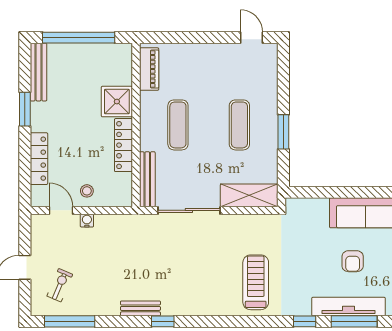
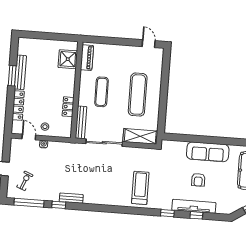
window: (79, 38) -> (47, 36), removed
bench: (38, 72) -> (20, 72), moved
shower: (117, 102) -> (68, 59), moved
exercise mat: (239, 125) -> (138, 95), width x1.36, depth x1.45
window: (283, 132) -> (163, 101), removed
locker: (123, 145) -> (68, 107), width x0.66
window: (163, 321) -> (59, 205), moved
window: (354, 321) -> (196, 215), width x0.46

